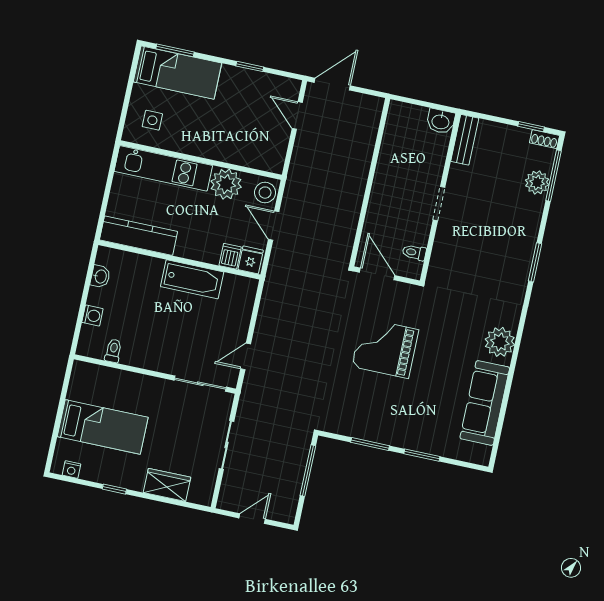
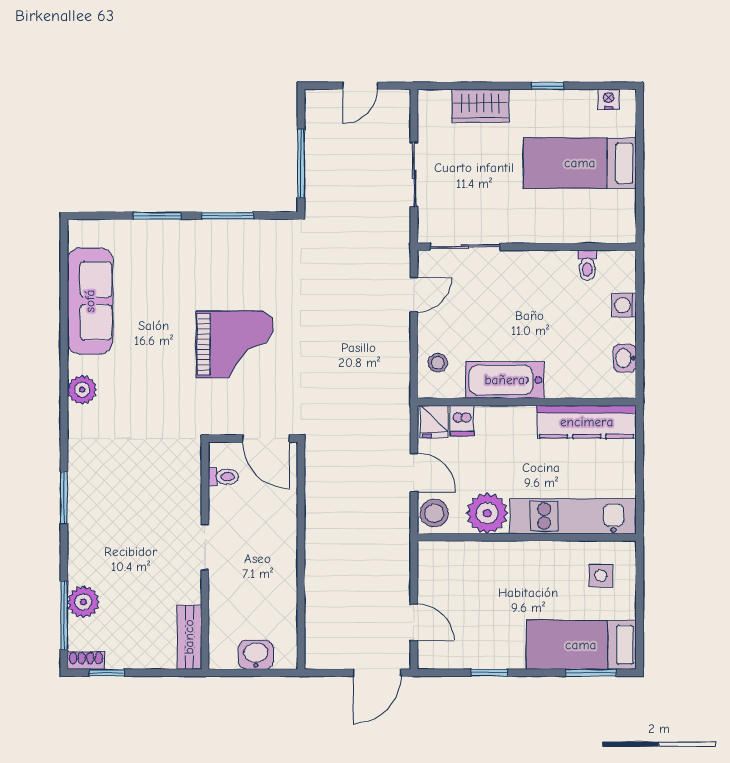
washbasin: (441, 121) -> (256, 655), moved
stool: (239, 303) -> (438, 363), added
plant: (500, 342) -> (82, 390), width x0.73, depth x0.73

